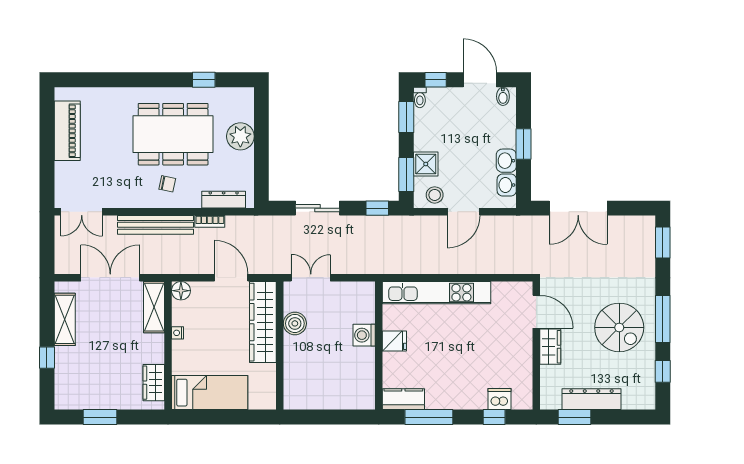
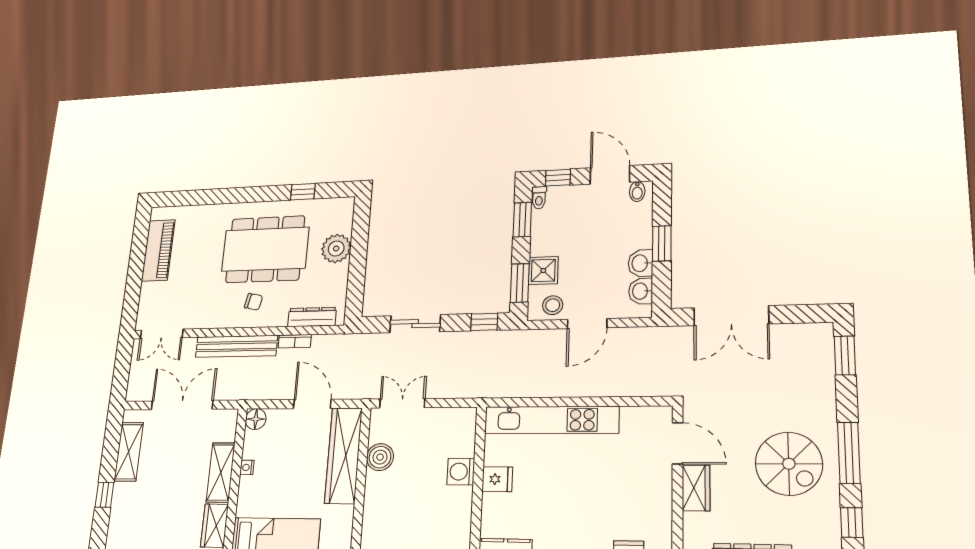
shelving: (154, 307) -> (221, 472), moved

